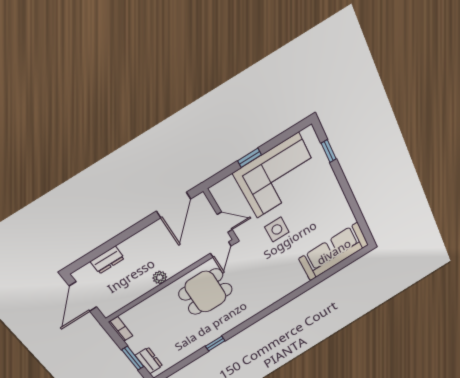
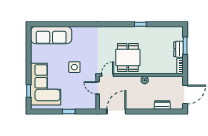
corner sofa: (277, 176) -> (46, 84), moved, turned 90
dining table: (206, 292) -> (128, 57), turned 90
dresser: (149, 361) -> (178, 49), moved

